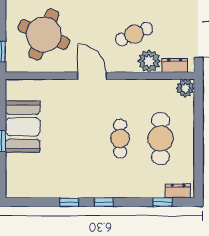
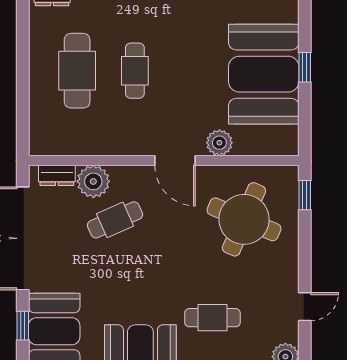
plant: (185, 88) -> (219, 143), moved
booth: (23, 127) -> (264, 74), width x1.36, depth x1.42

